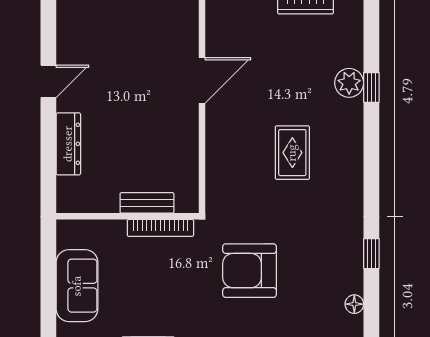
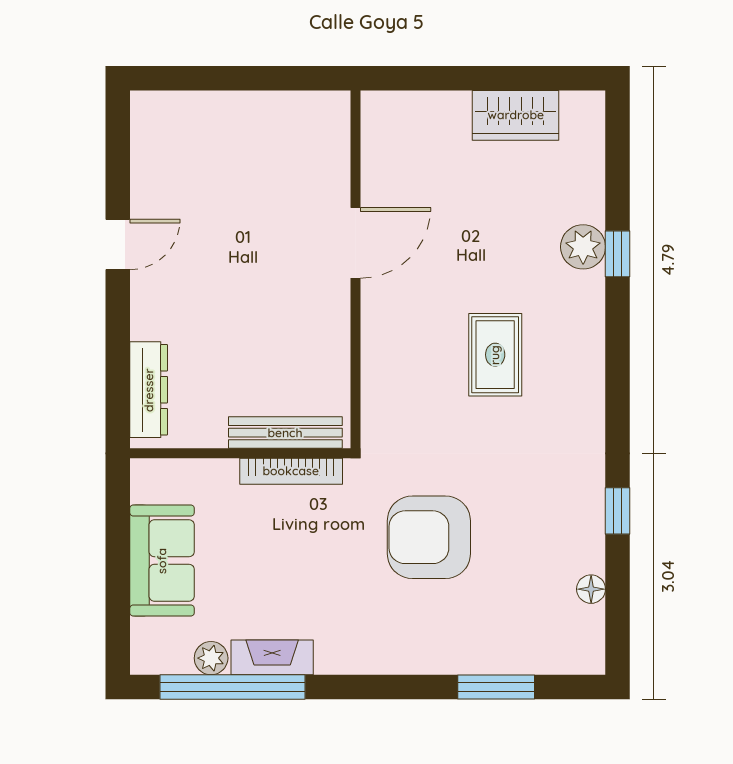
dresser: (68, 144) -> (149, 390), moved
bench: (147, 203) -> (285, 433), width x1.36

